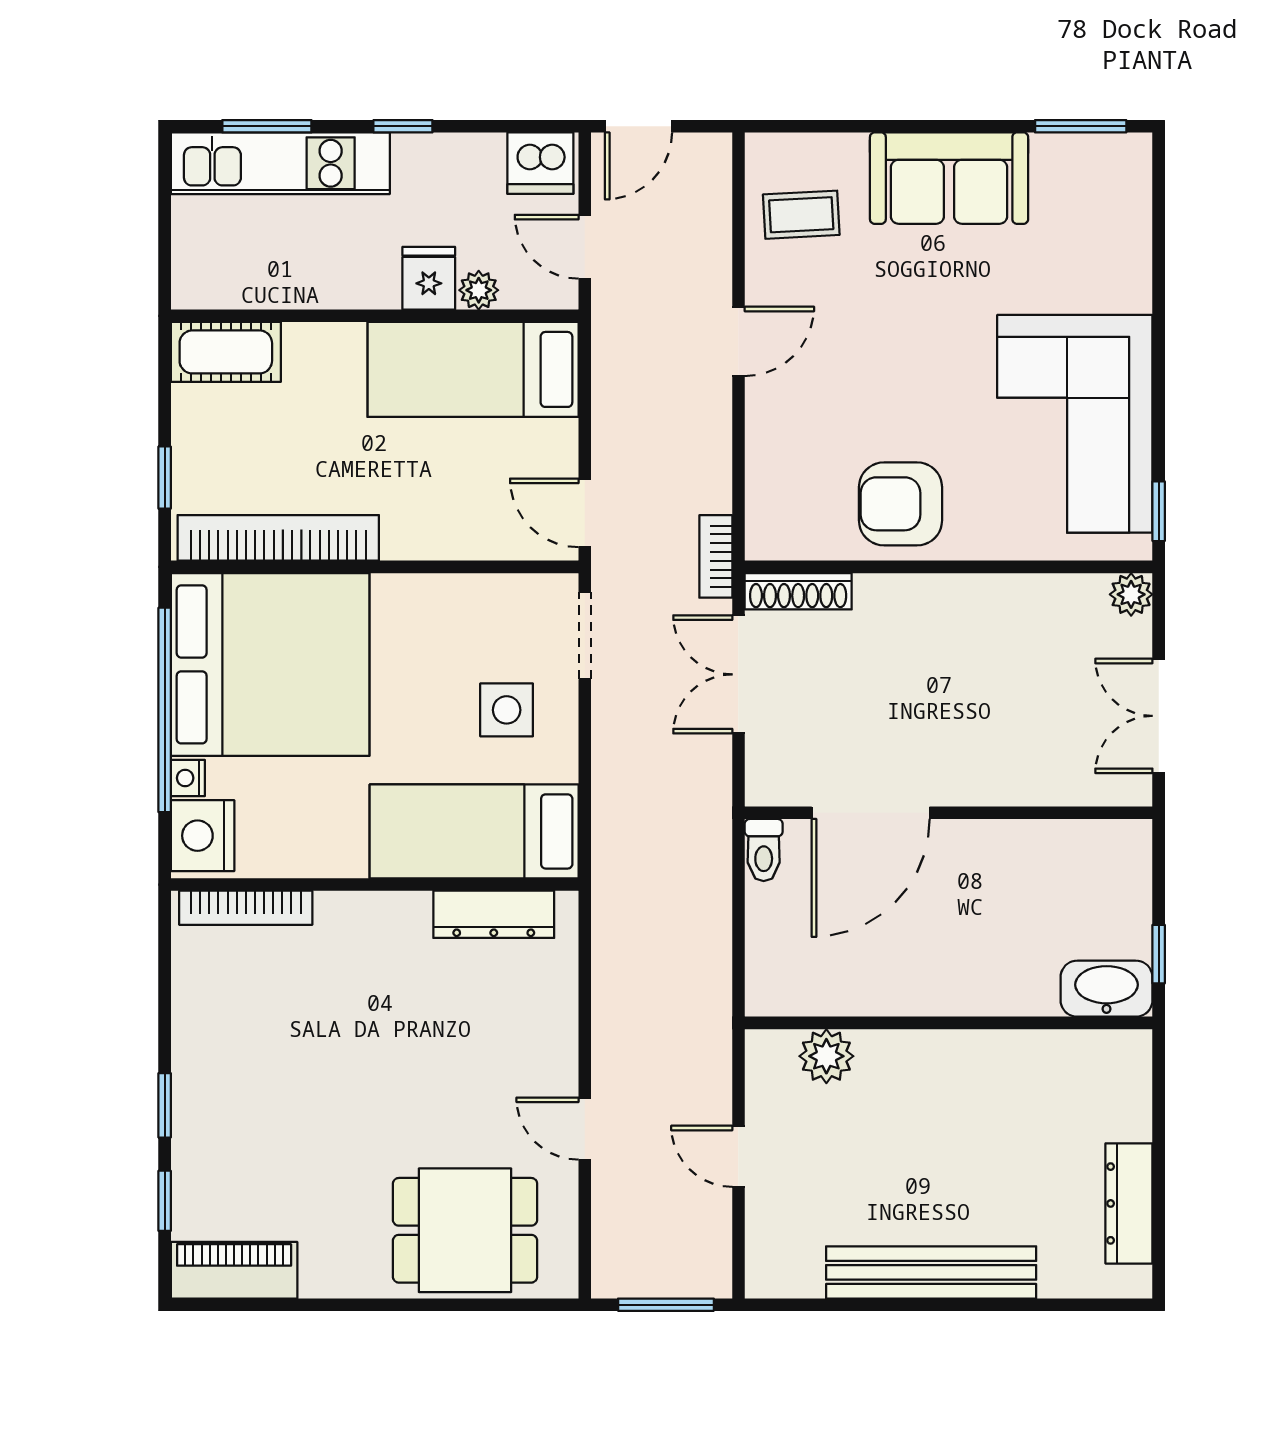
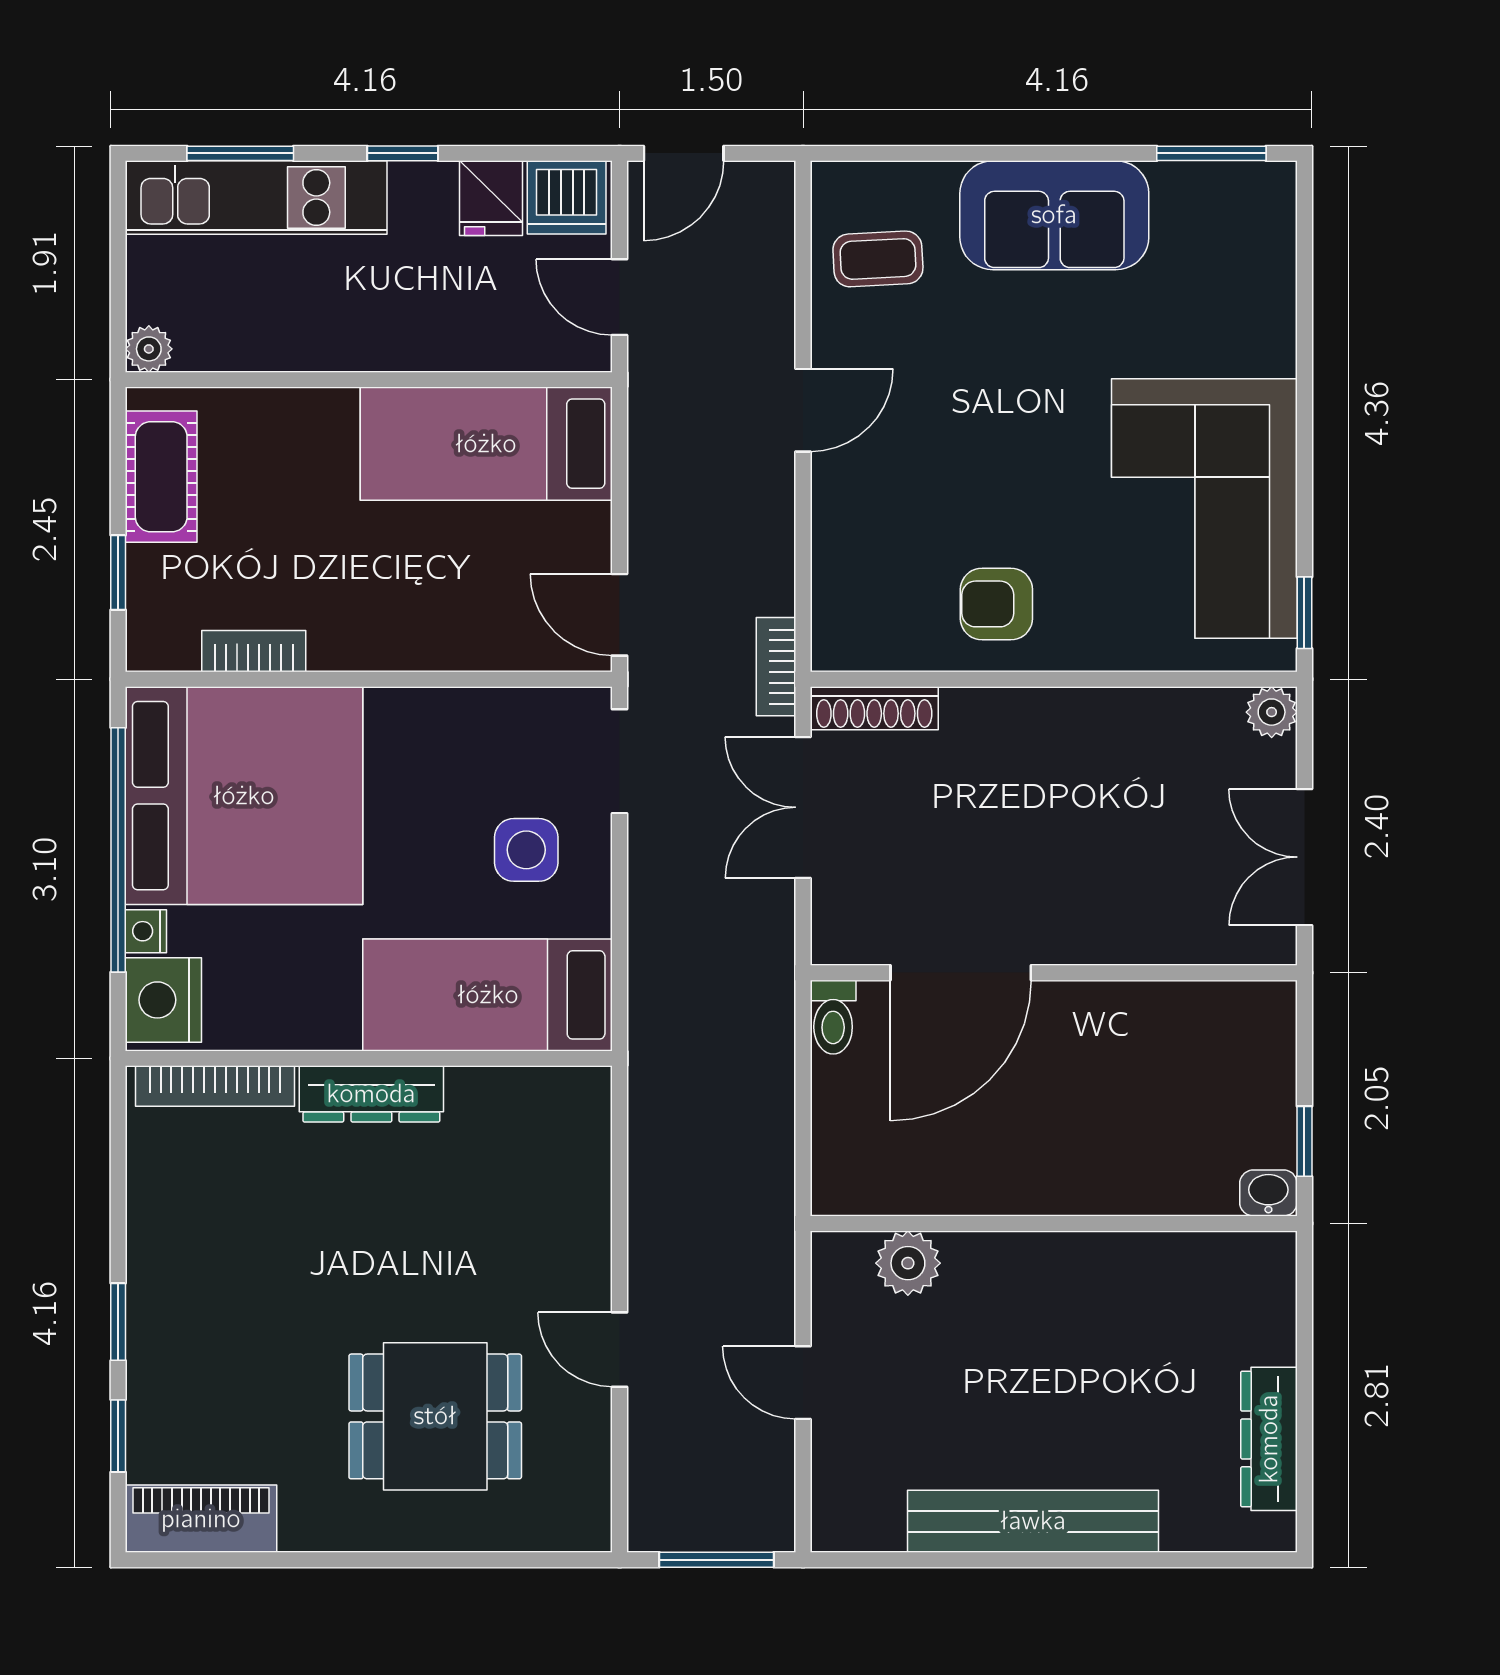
fridge: (429, 278) -> (491, 198), moved, turned 180
plant: (479, 290) -> (149, 349), moved
cot: (226, 352) -> (161, 477), moved, turned 90
armchair: (901, 504) -> (996, 604), width x0.72, depth x0.72
bookcase: (278, 538) -> (254, 651), width x0.43, depth x0.76
dresser: (494, 914) -> (371, 1094), moved
washbasin: (1107, 989) -> (1268, 1193), width x0.52, depth x0.69
dining table: (465, 1230) -> (435, 1416), moved

